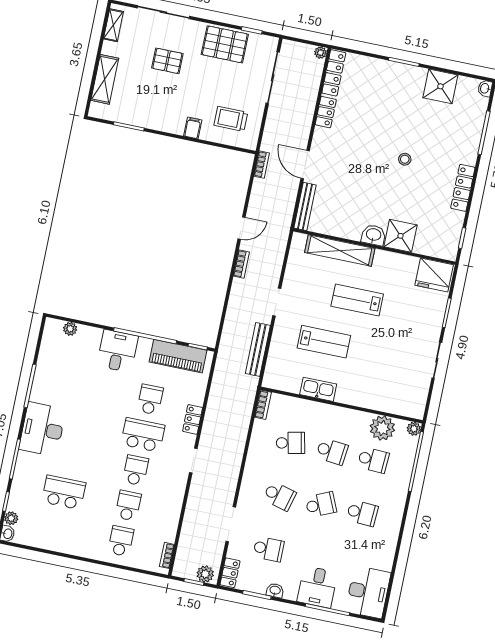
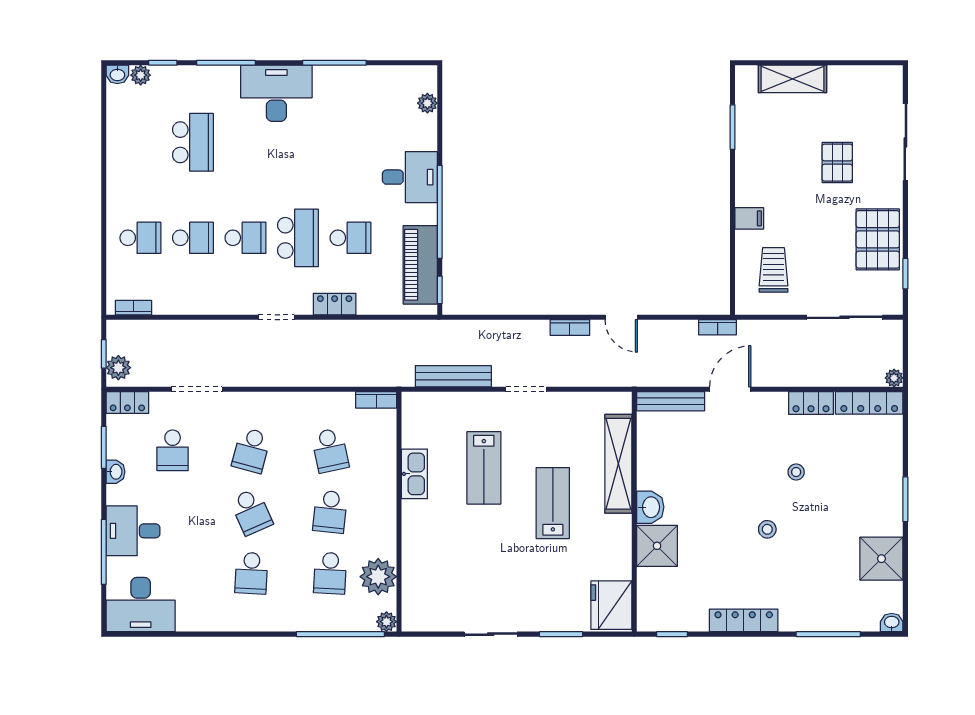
shelving: (113, 25) -> (872, 75), removed
stool: (370, 132) -> (796, 472), added

